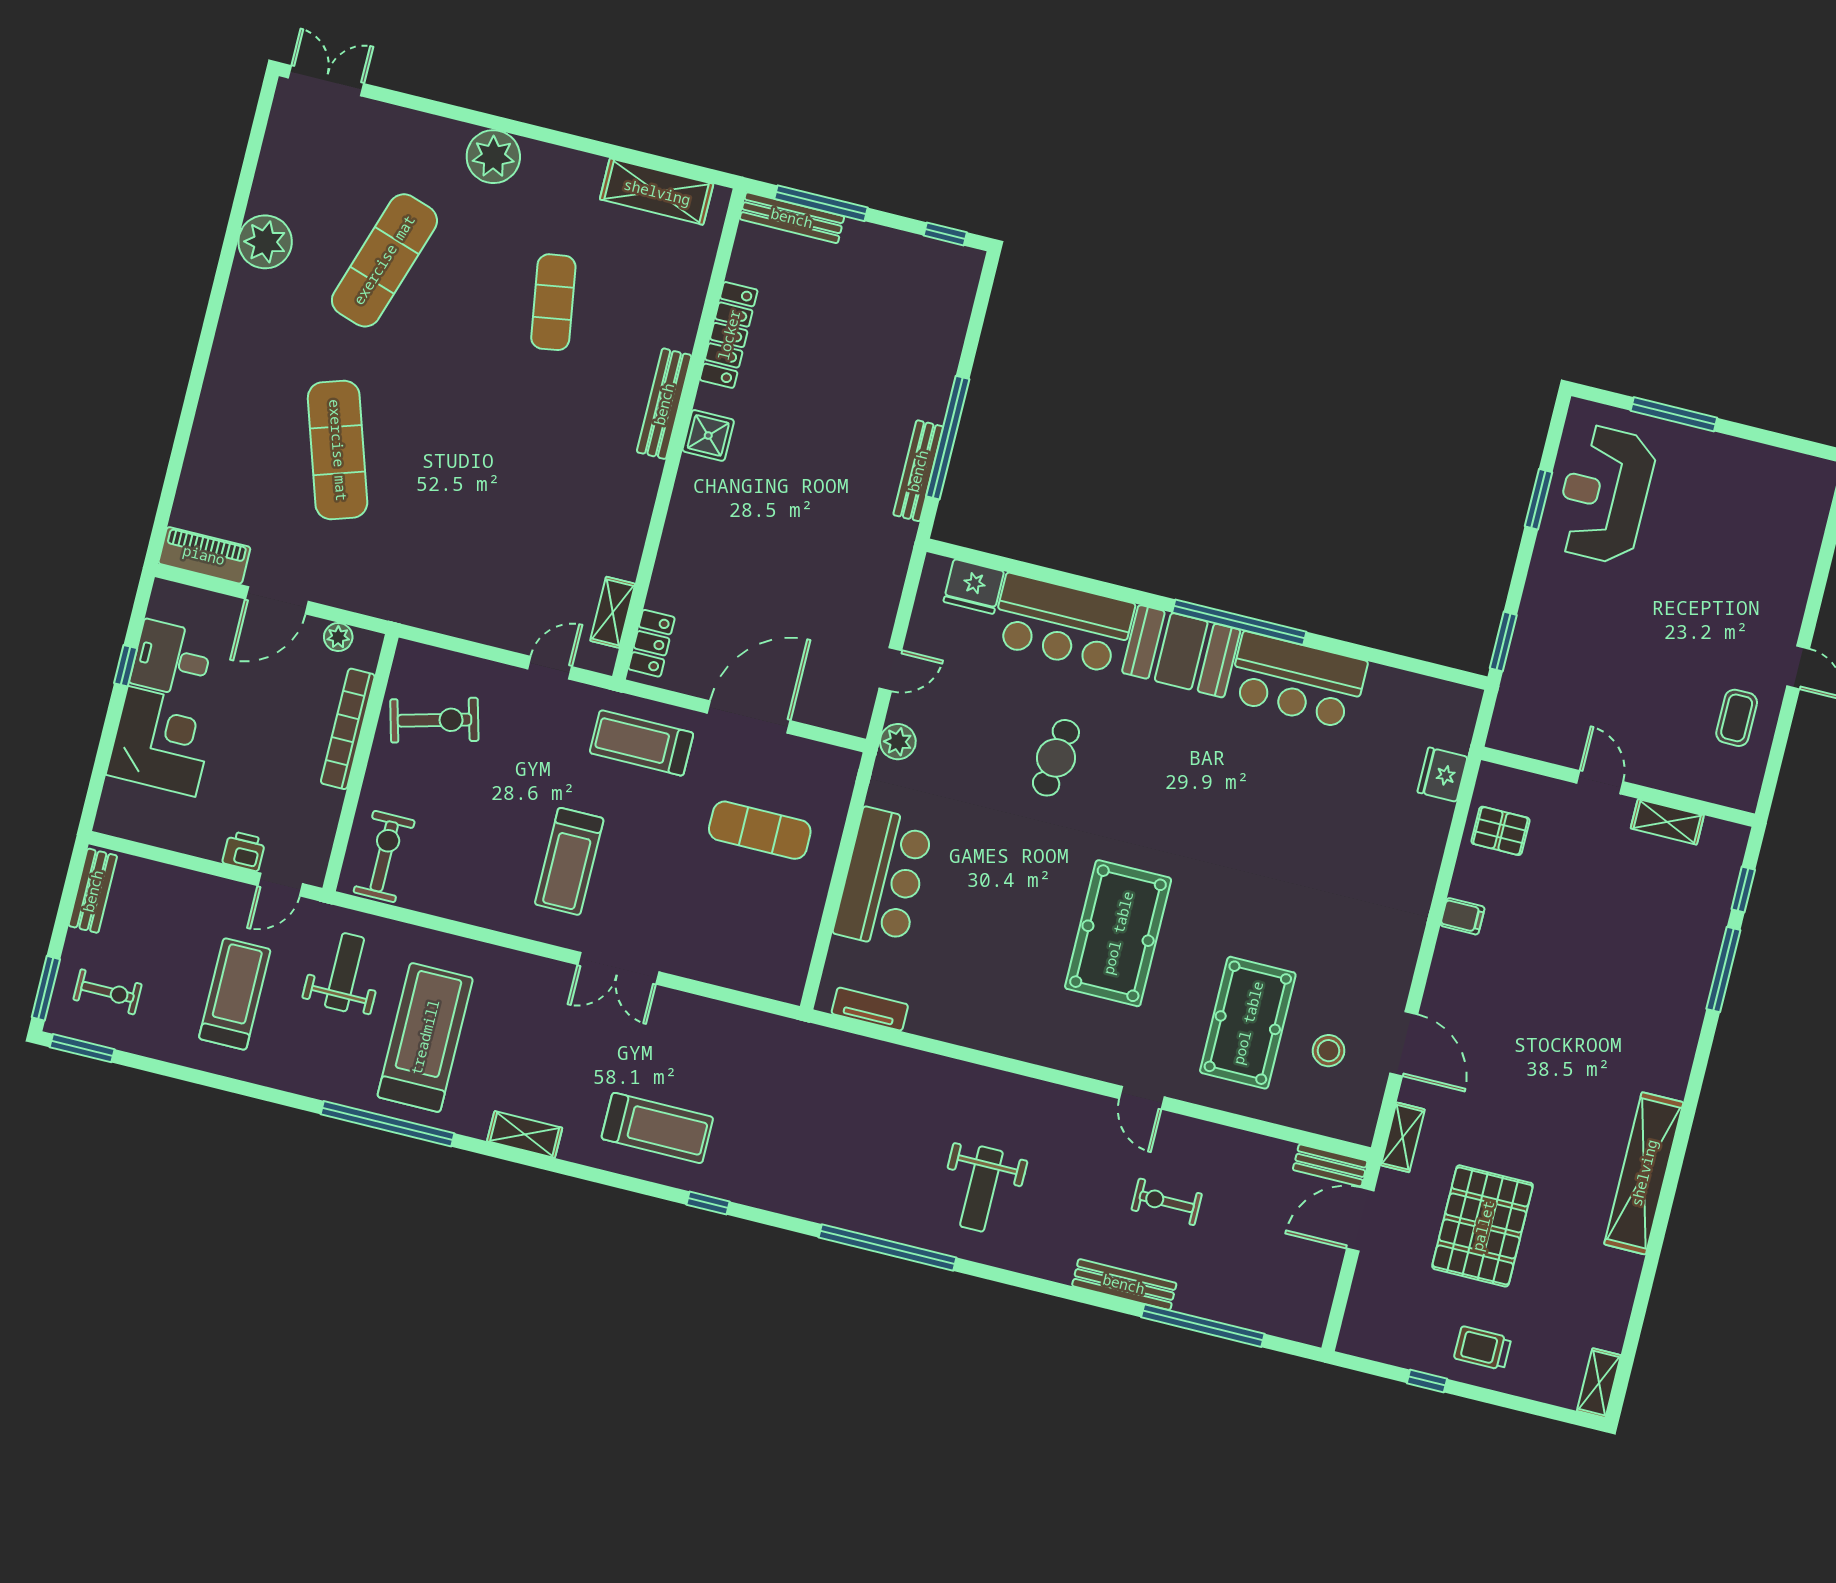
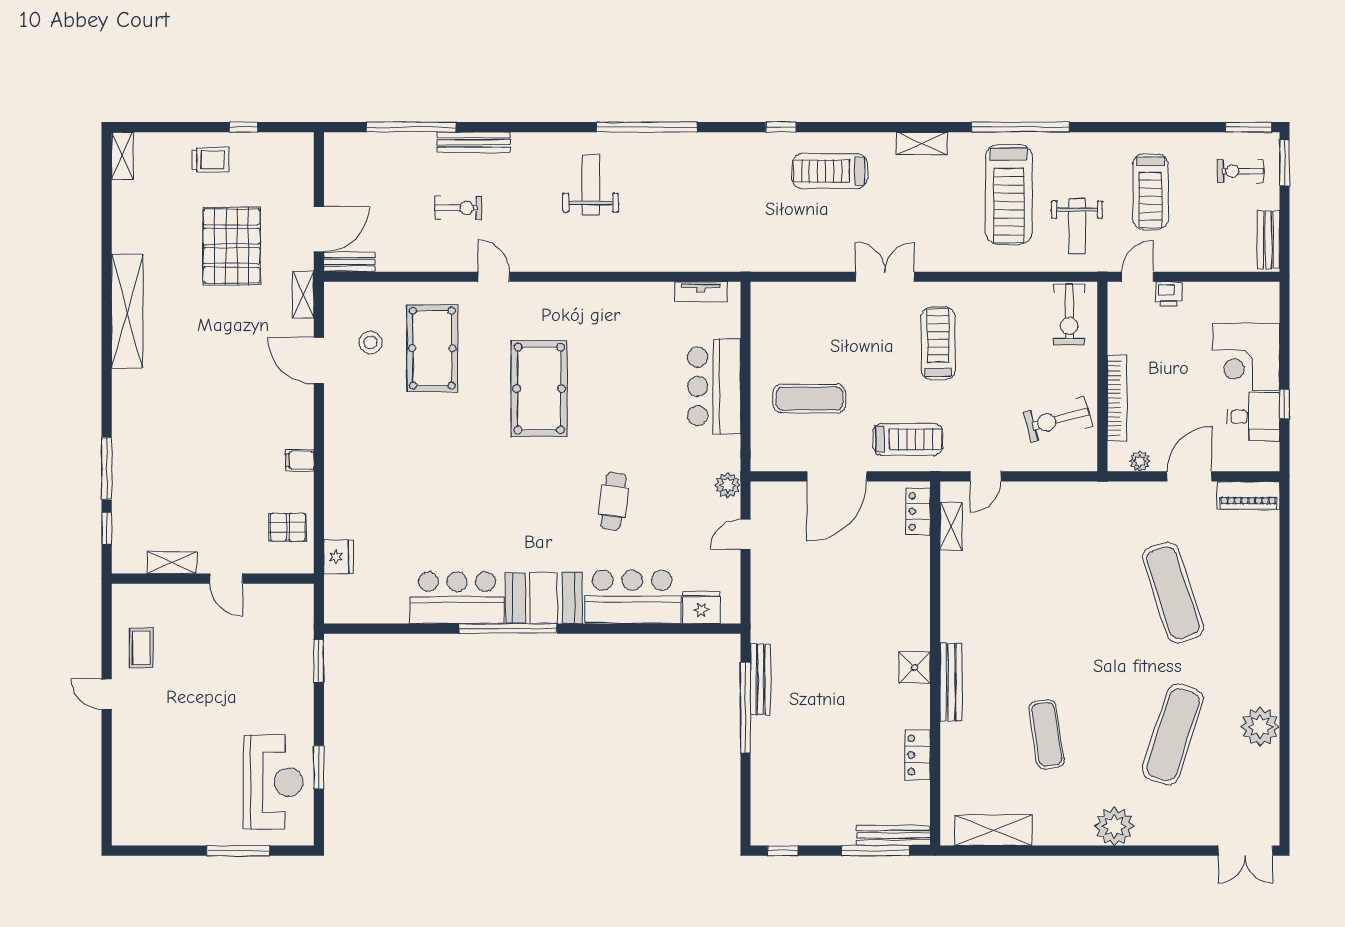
locker: (729, 335) -> (918, 755), width x0.66

